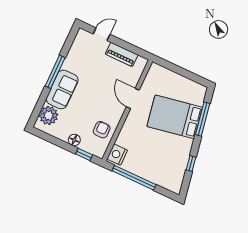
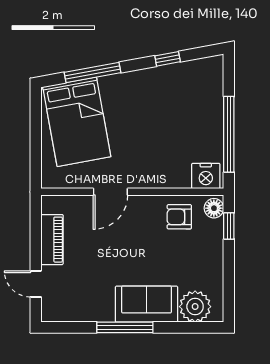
bed: (175, 117) -> (77, 122), moved
floor lamp: (74, 140) -> (214, 208), moved

